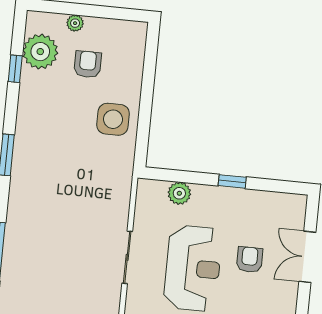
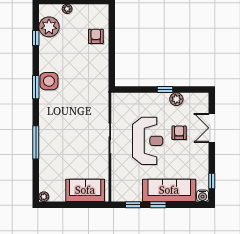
armchair: (88, 64) -> (96, 36), moved
side table: (113, 119) -> (49, 81), moved
plant: (179, 193) -> (176, 99), moved

